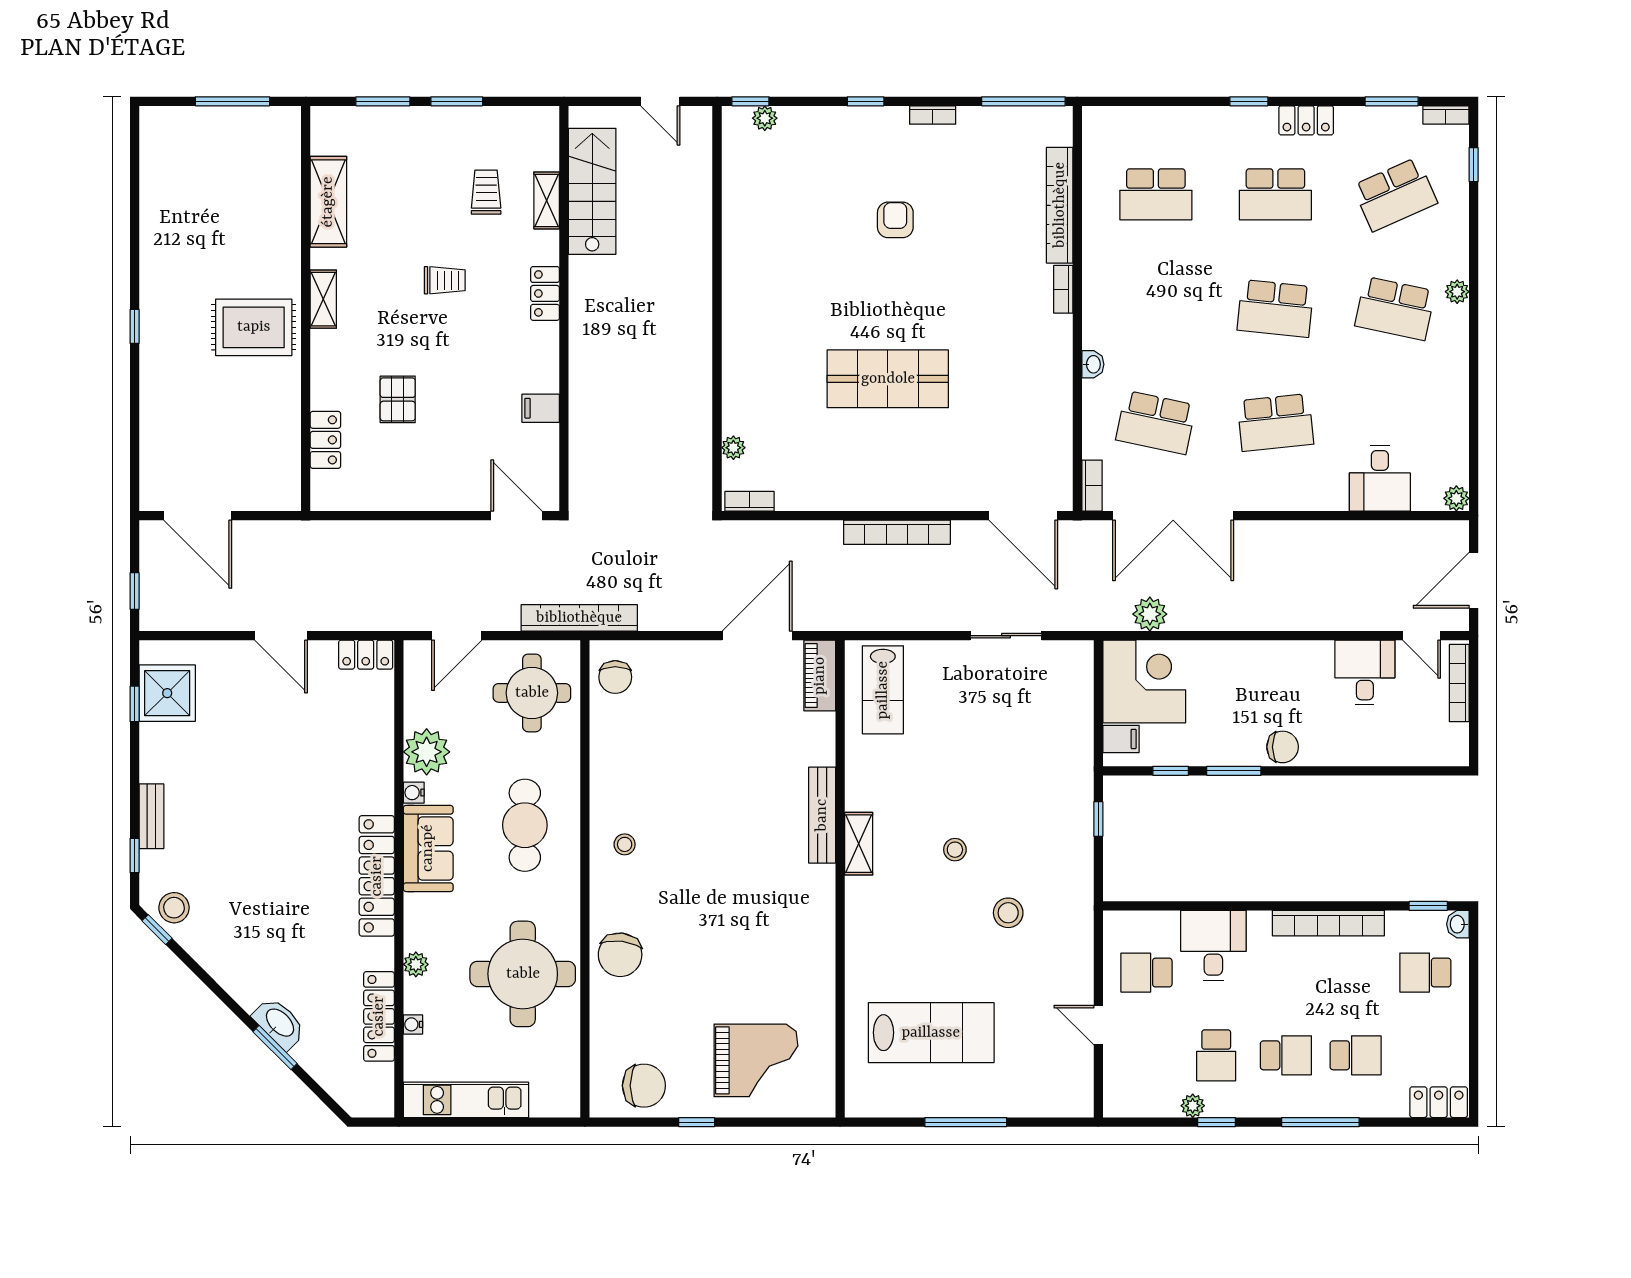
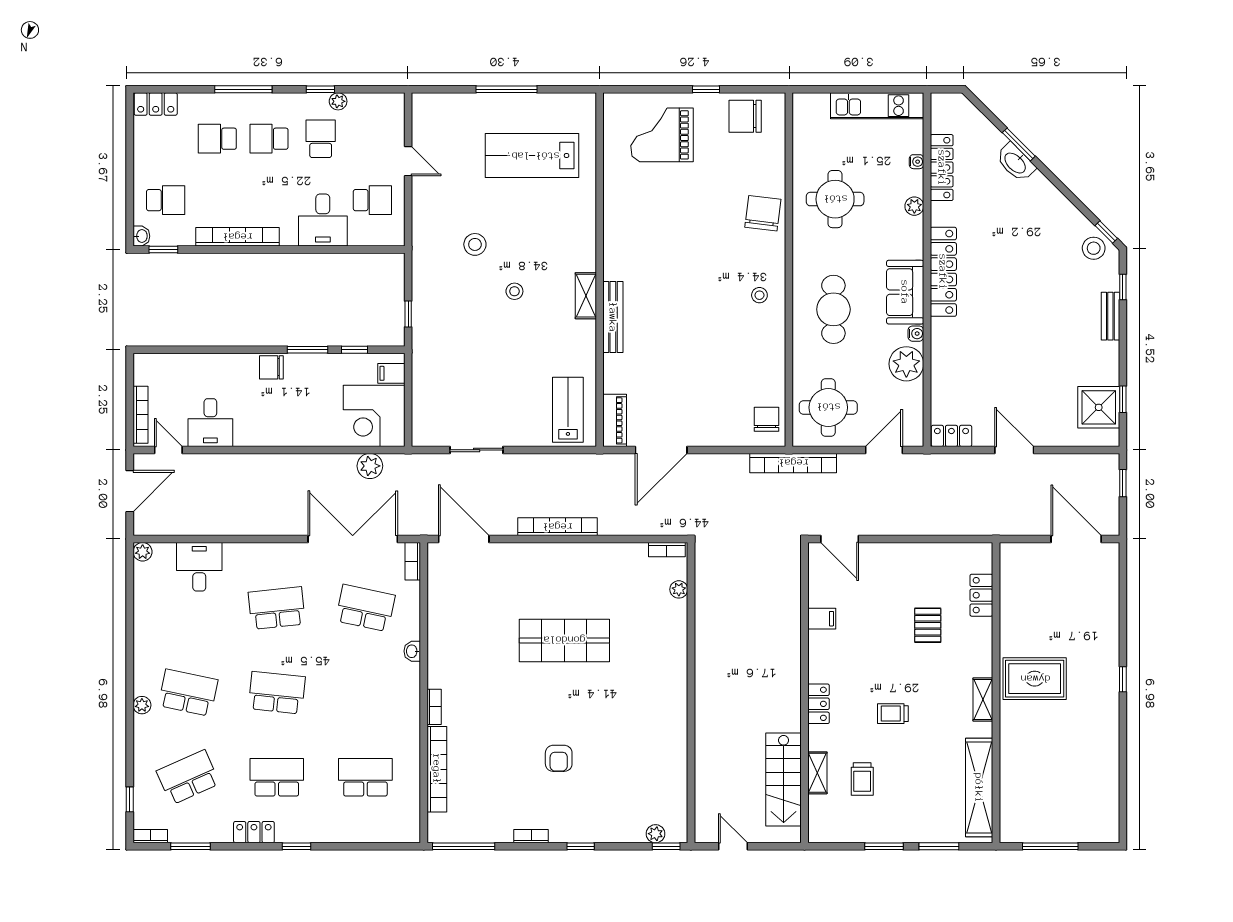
shelving: (328, 202) -> (979, 788), width x1.47
round table: (523, 974) -> (835, 199), width x0.73, depth x0.73

